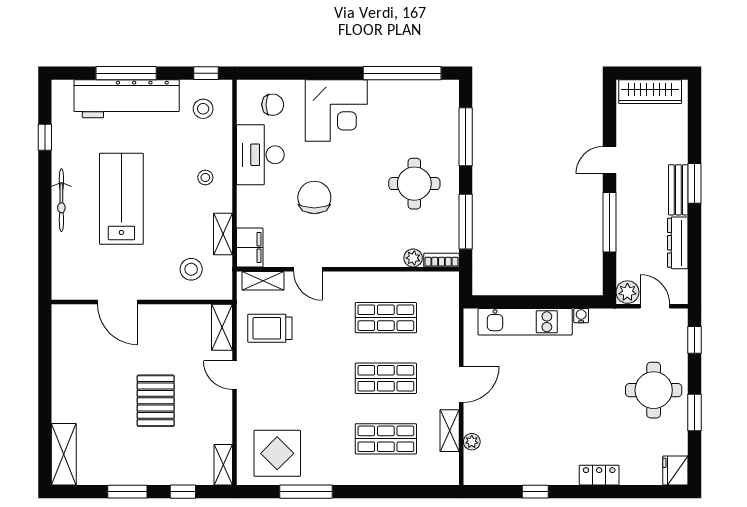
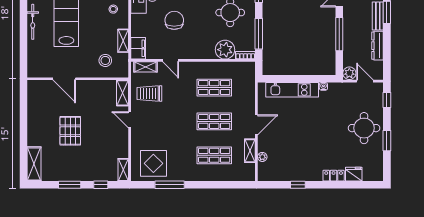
plant: (413, 258) -> (225, 50), width x1.87, depth x1.87
pallet: (156, 401) -> (70, 131), moved
fridge: (675, 470) -> (354, 174), moved, turned 90

